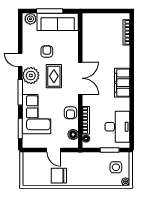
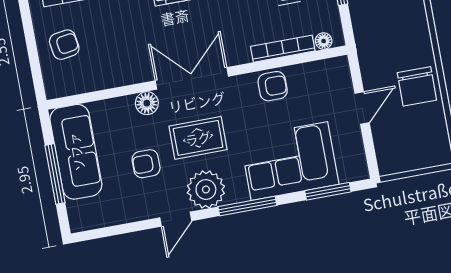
plant: (30, 19) -> (80, 213), removed
armchair: (105, 25) -> (64, 45), added
floor lamp: (73, 134) -> (147, 103), moved

